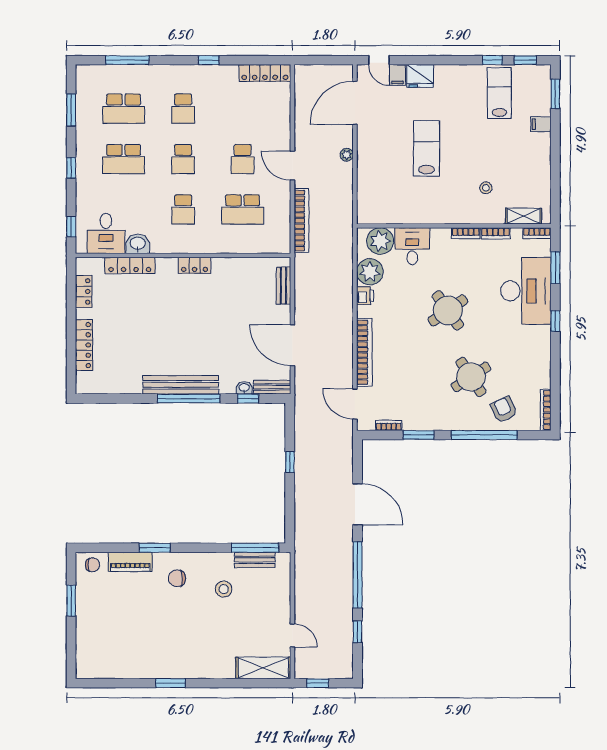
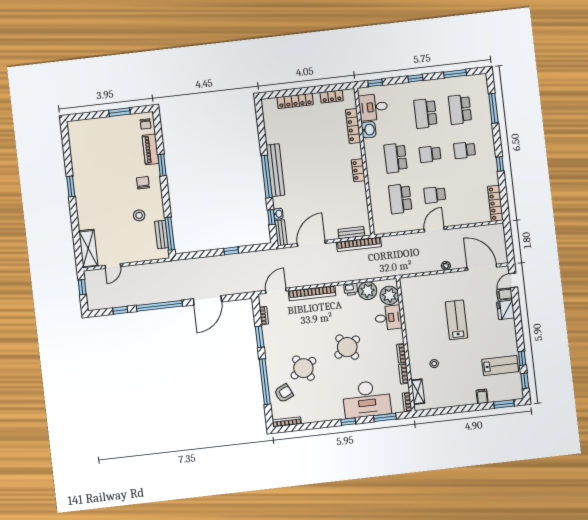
lab bench: (427, 148) -> (456, 320), turned -90
school desk: (183, 209) -> (396, 158), width x1.85
bookcase: (301, 221) -> (359, 244), moved

